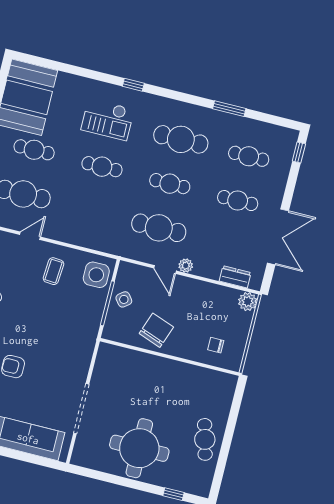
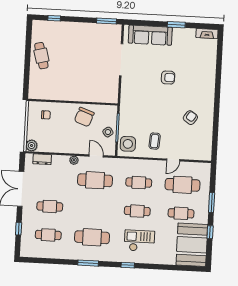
window: (229, 109) -> (88, 263), moved
window: (299, 152) -> (19, 229), moved
cafe table: (170, 184) -> (139, 183), moved
door: (165, 269) -> (96, 156), moved
round table: (139, 448) -> (81, 42), removed
window: (92, 474) -> (106, 21), added

